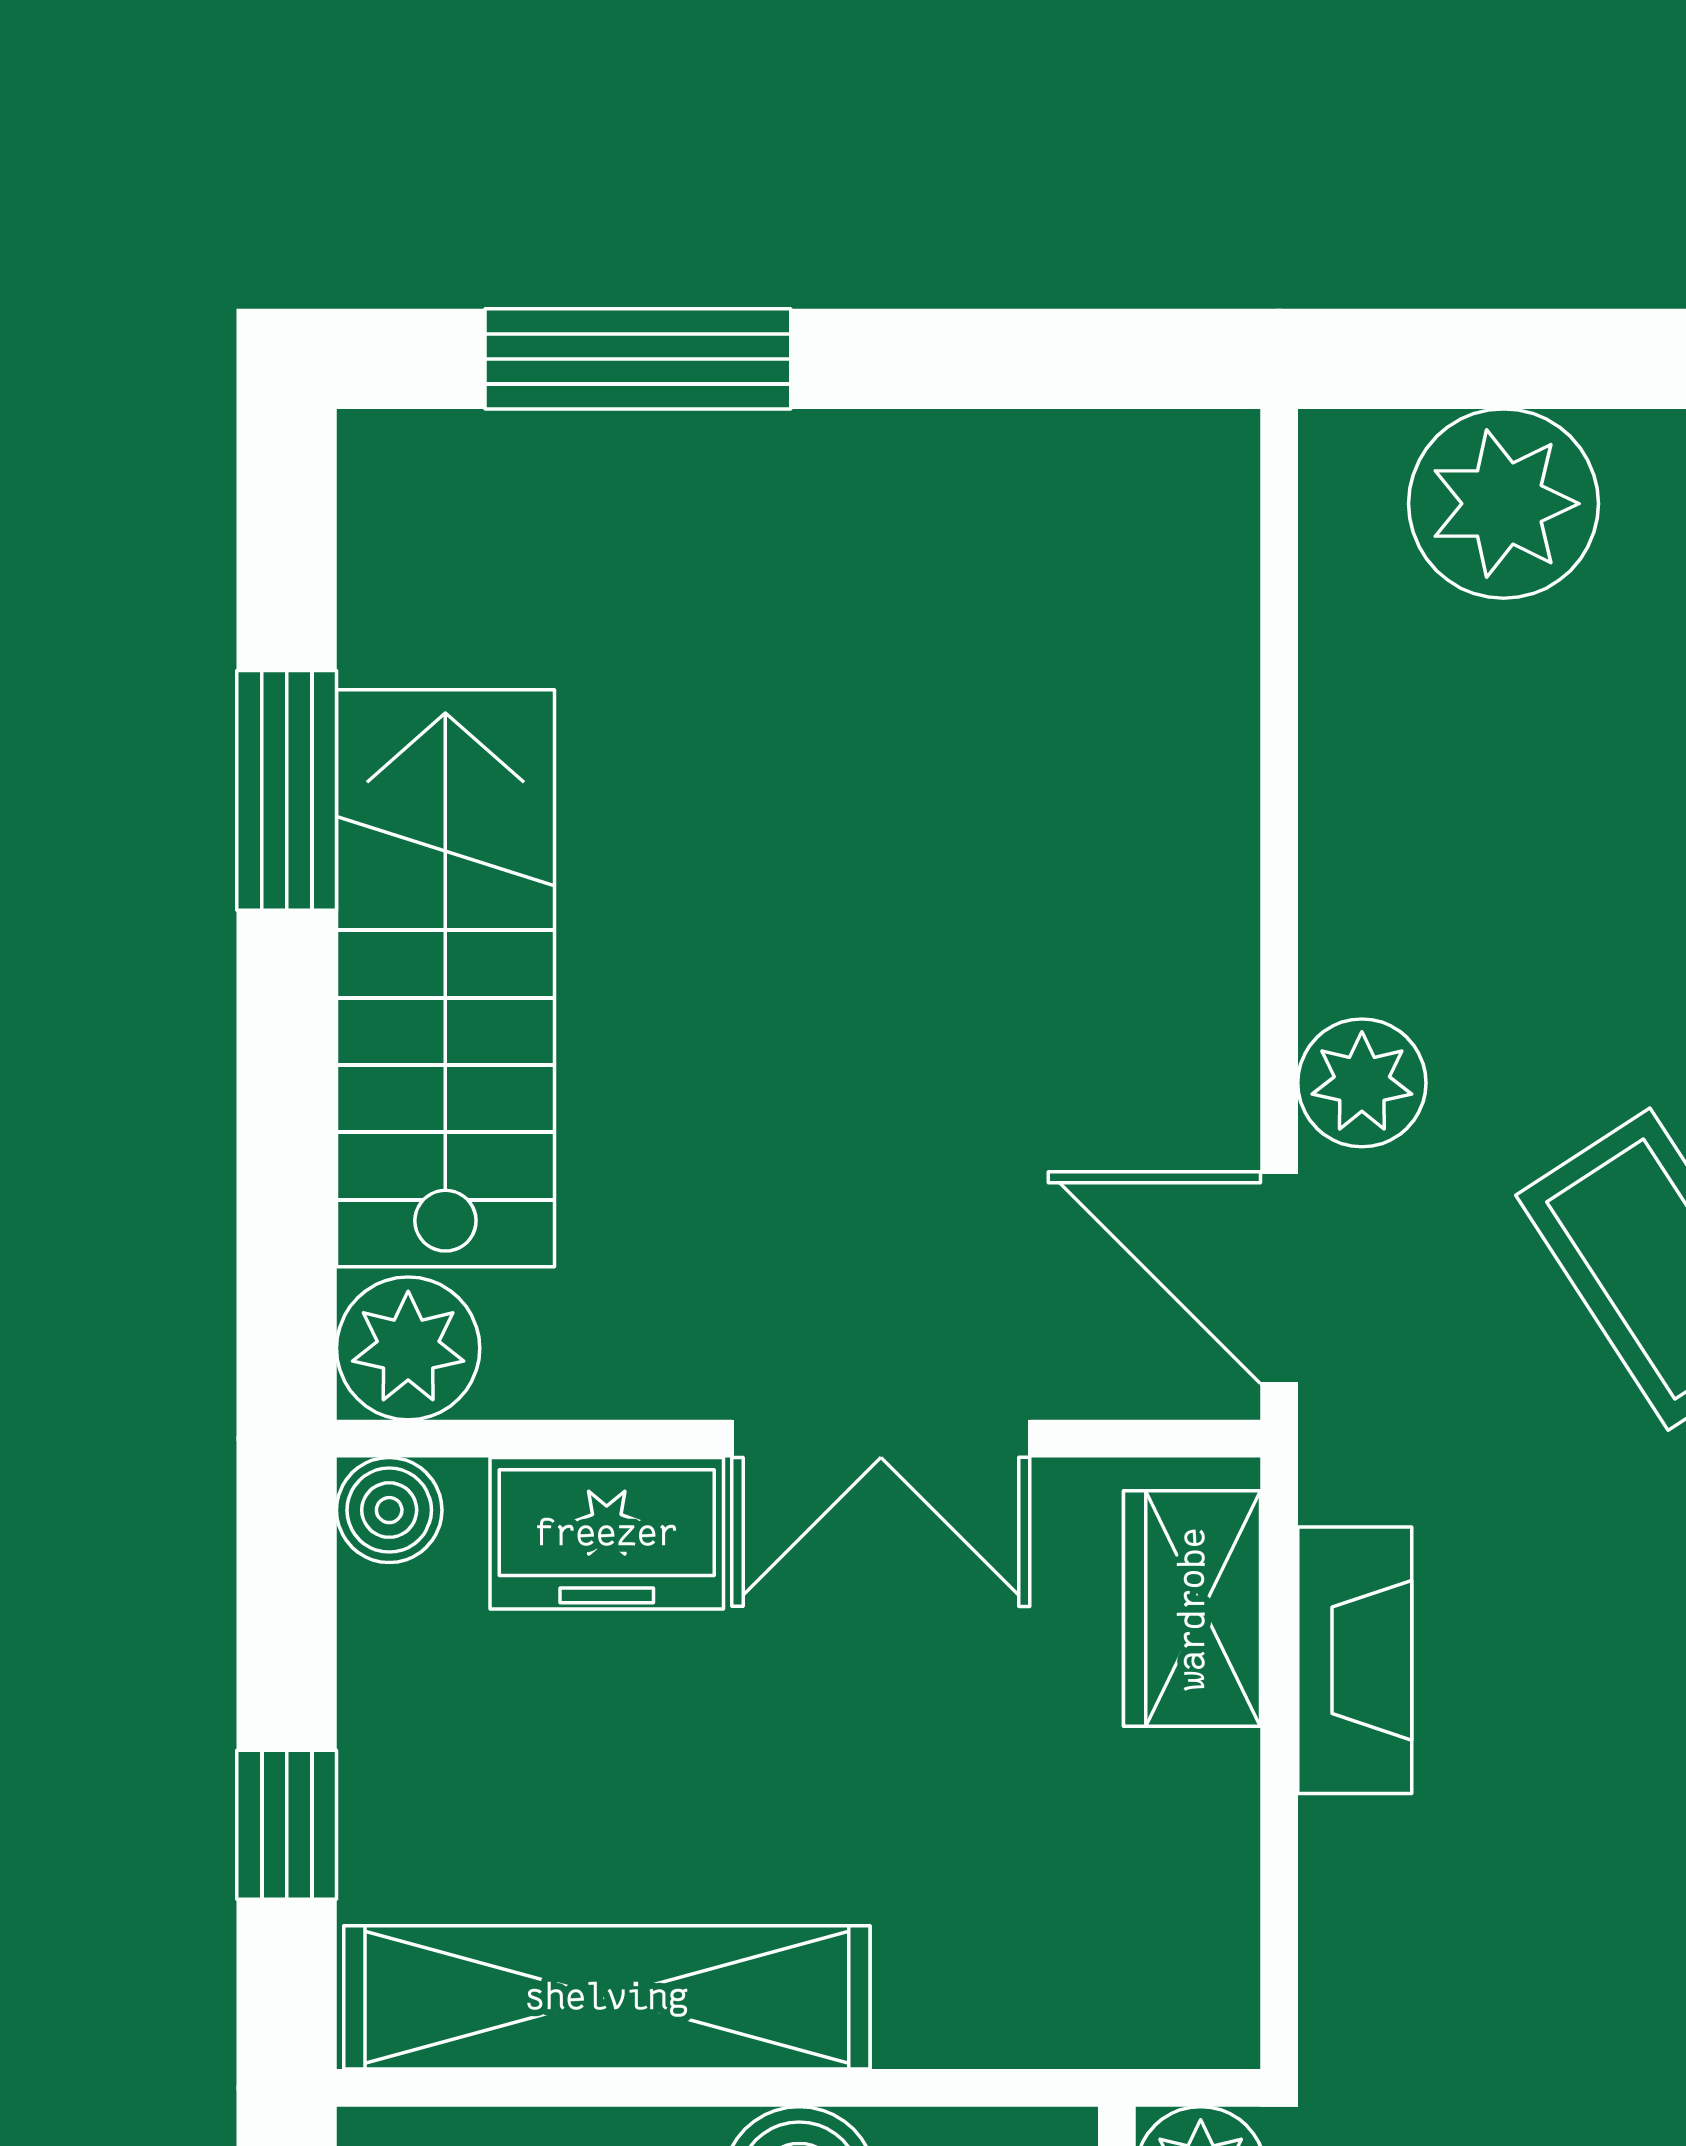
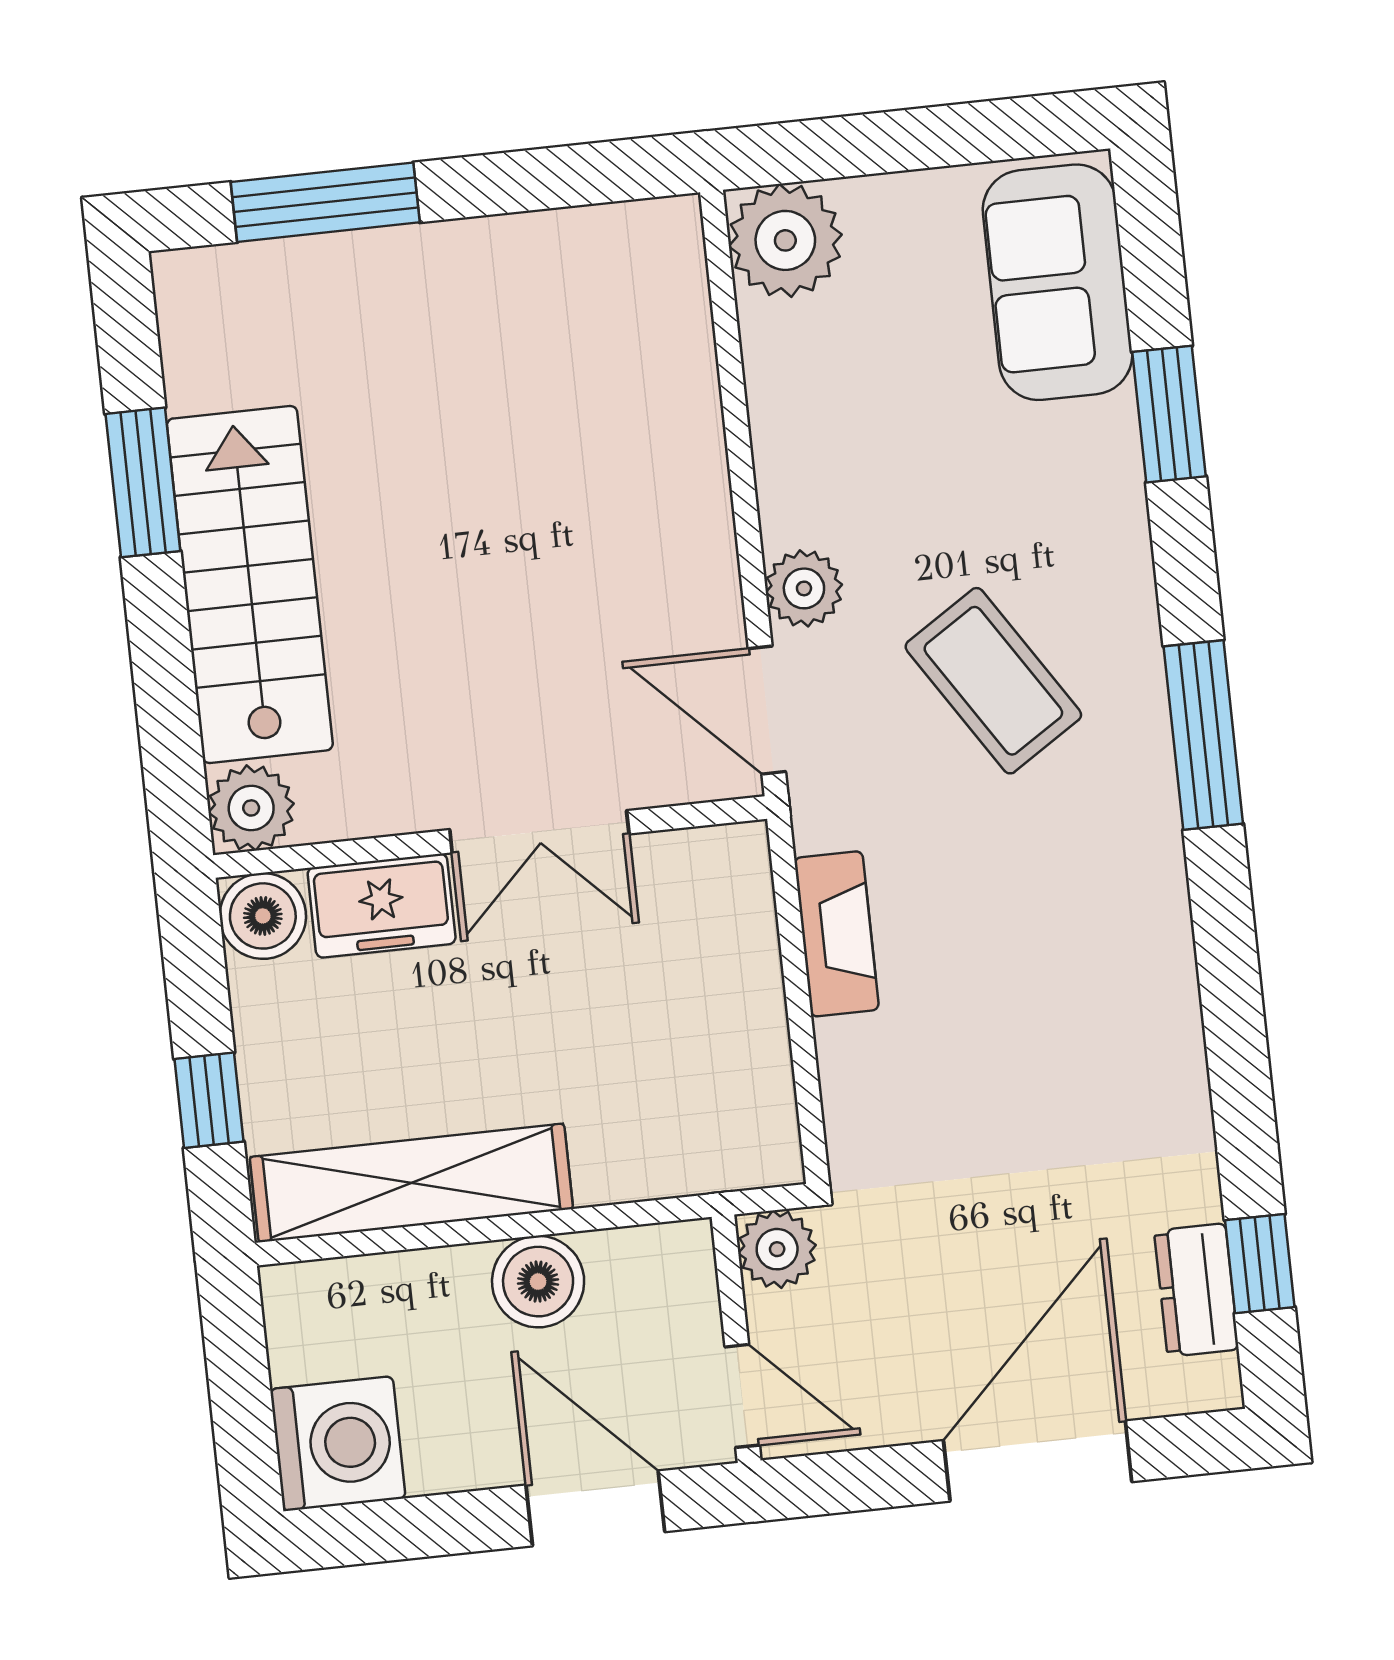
plant: (1504, 504) -> (785, 240), moved
boiler: (389, 1510) -> (263, 916), width x1.36, depth x1.36
wardrobe: (1192, 1609) -> (736, 913), removed

